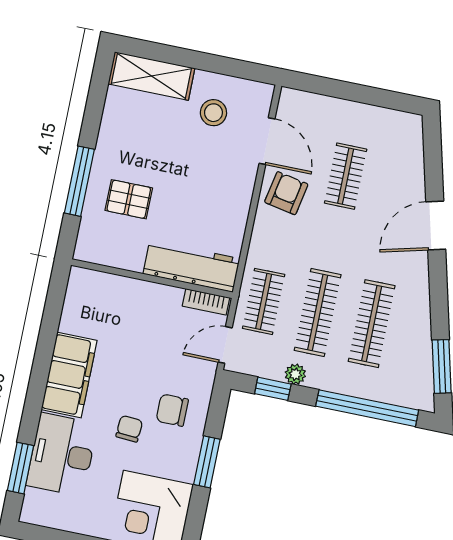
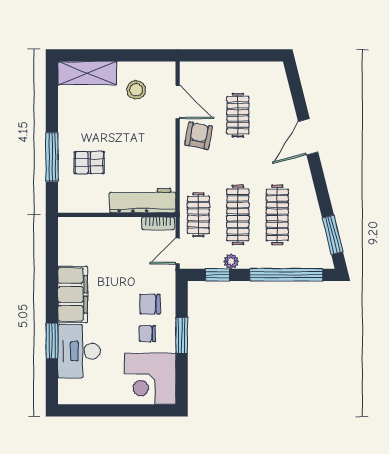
chair: (129, 429) -> (147, 334), moved, turned -94
window: (21, 468) -> (52, 341), moved

